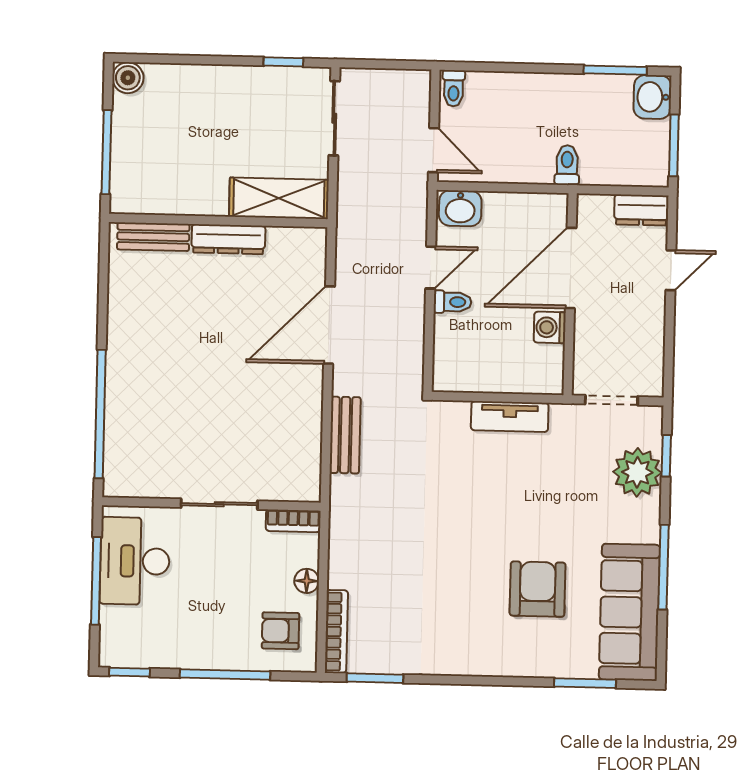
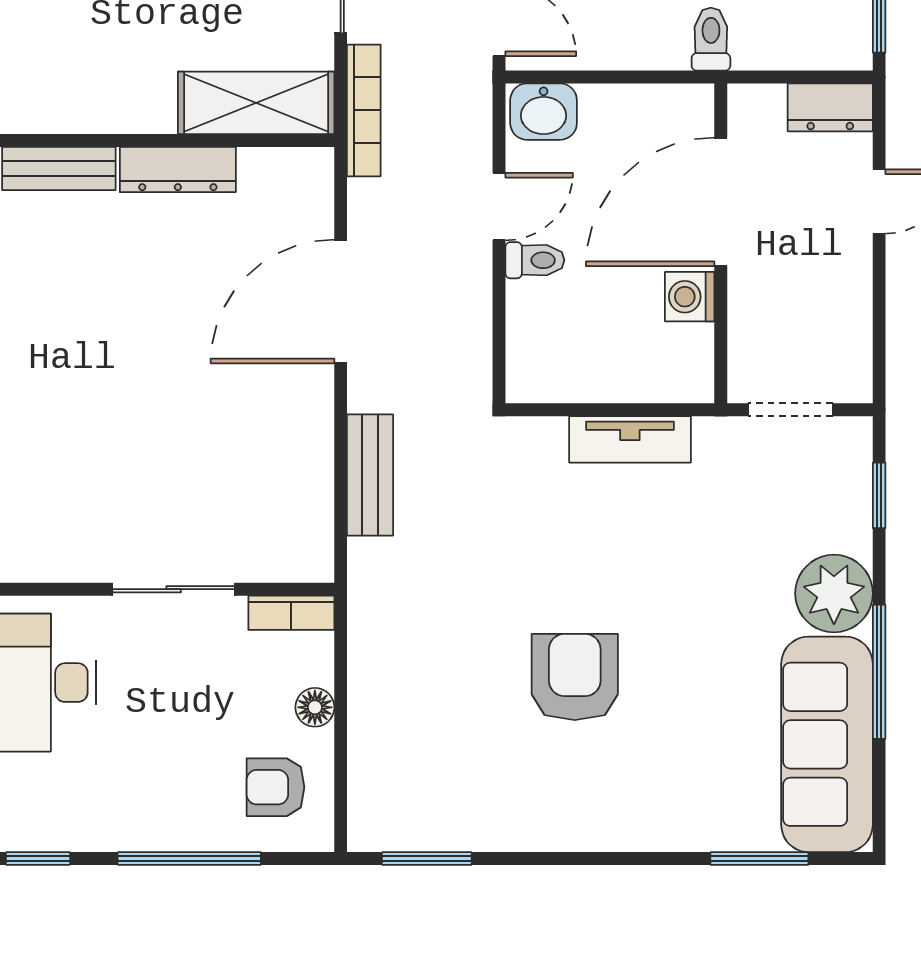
plant: (637, 472) -> (834, 593), moved
armchair: (538, 589) -> (575, 677), moved
bookcase: (336, 632) -> (364, 110), moved

